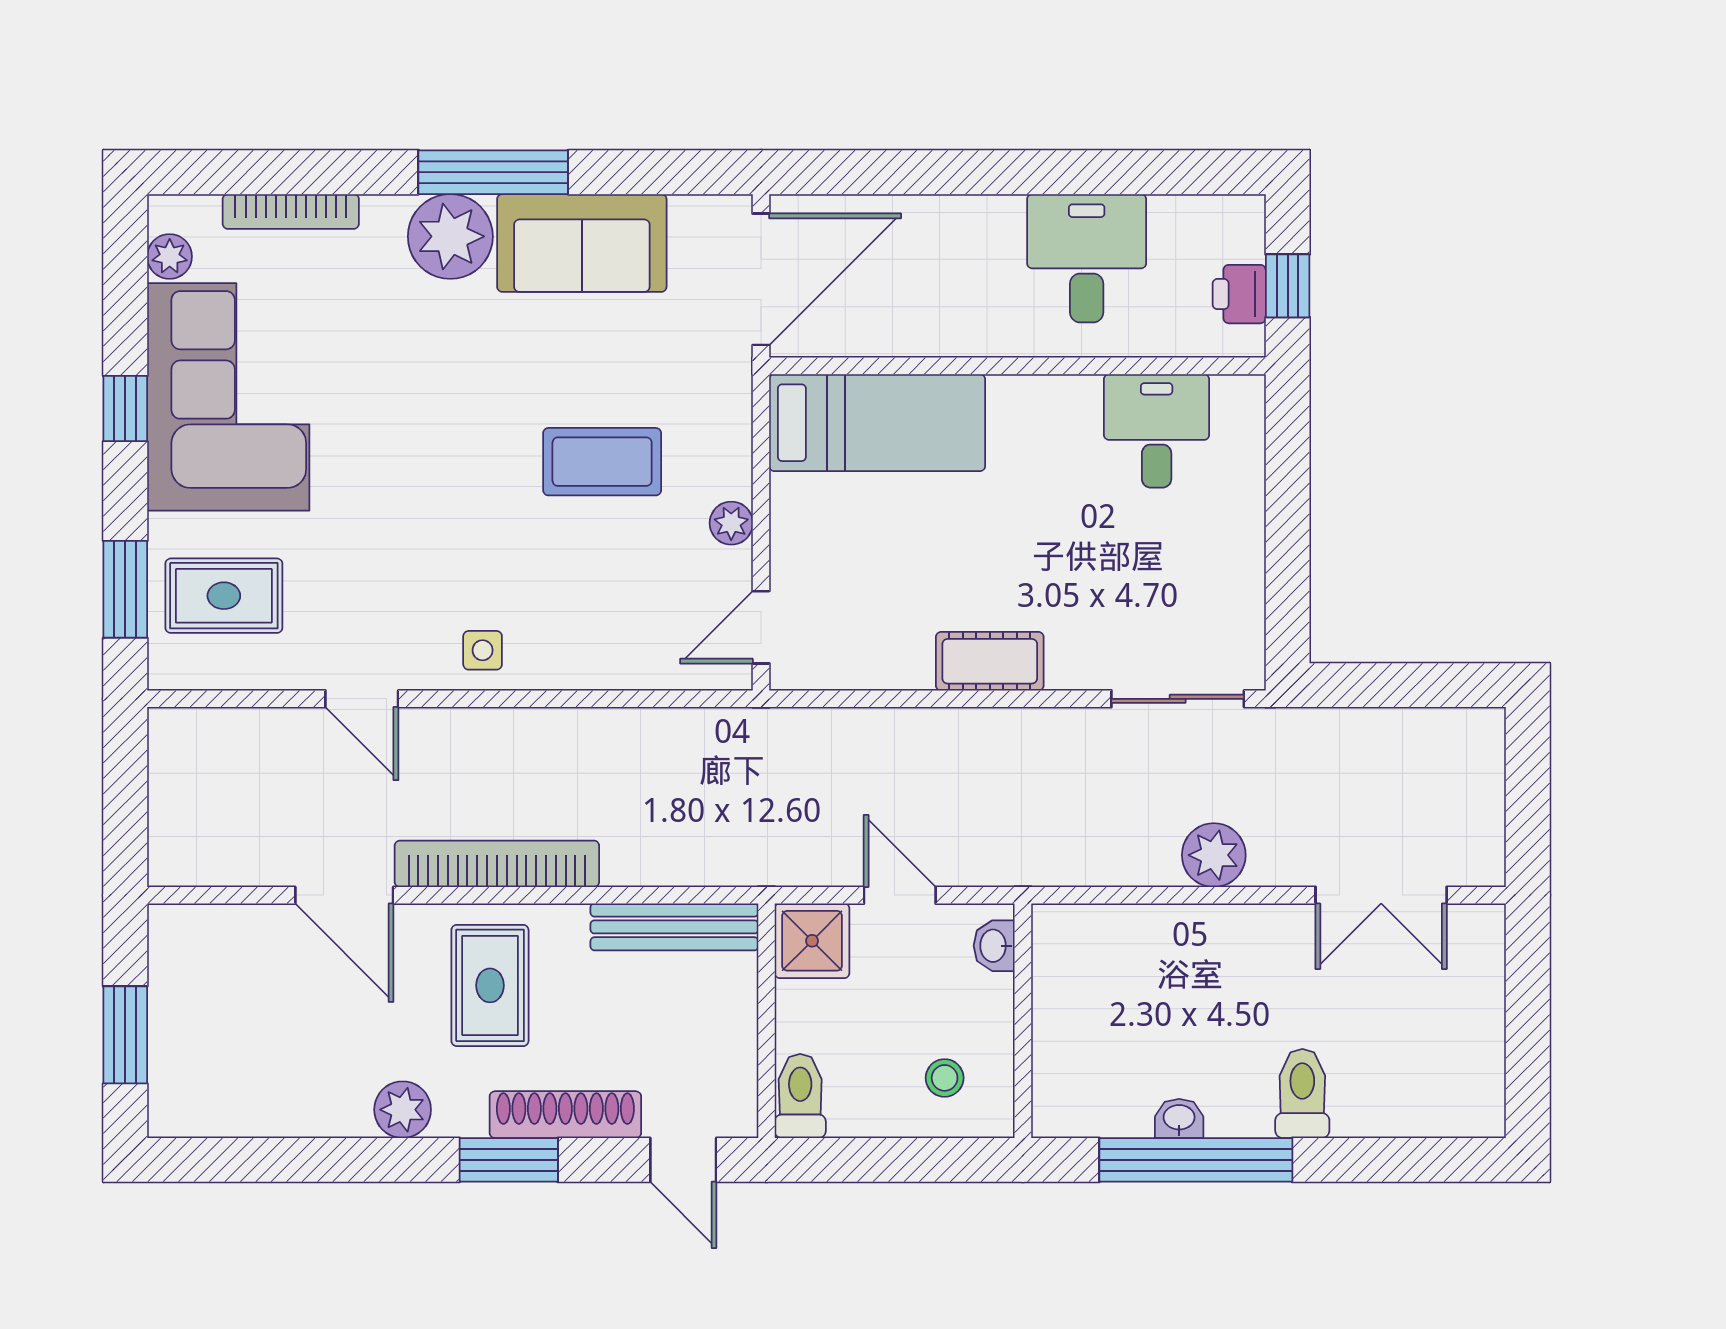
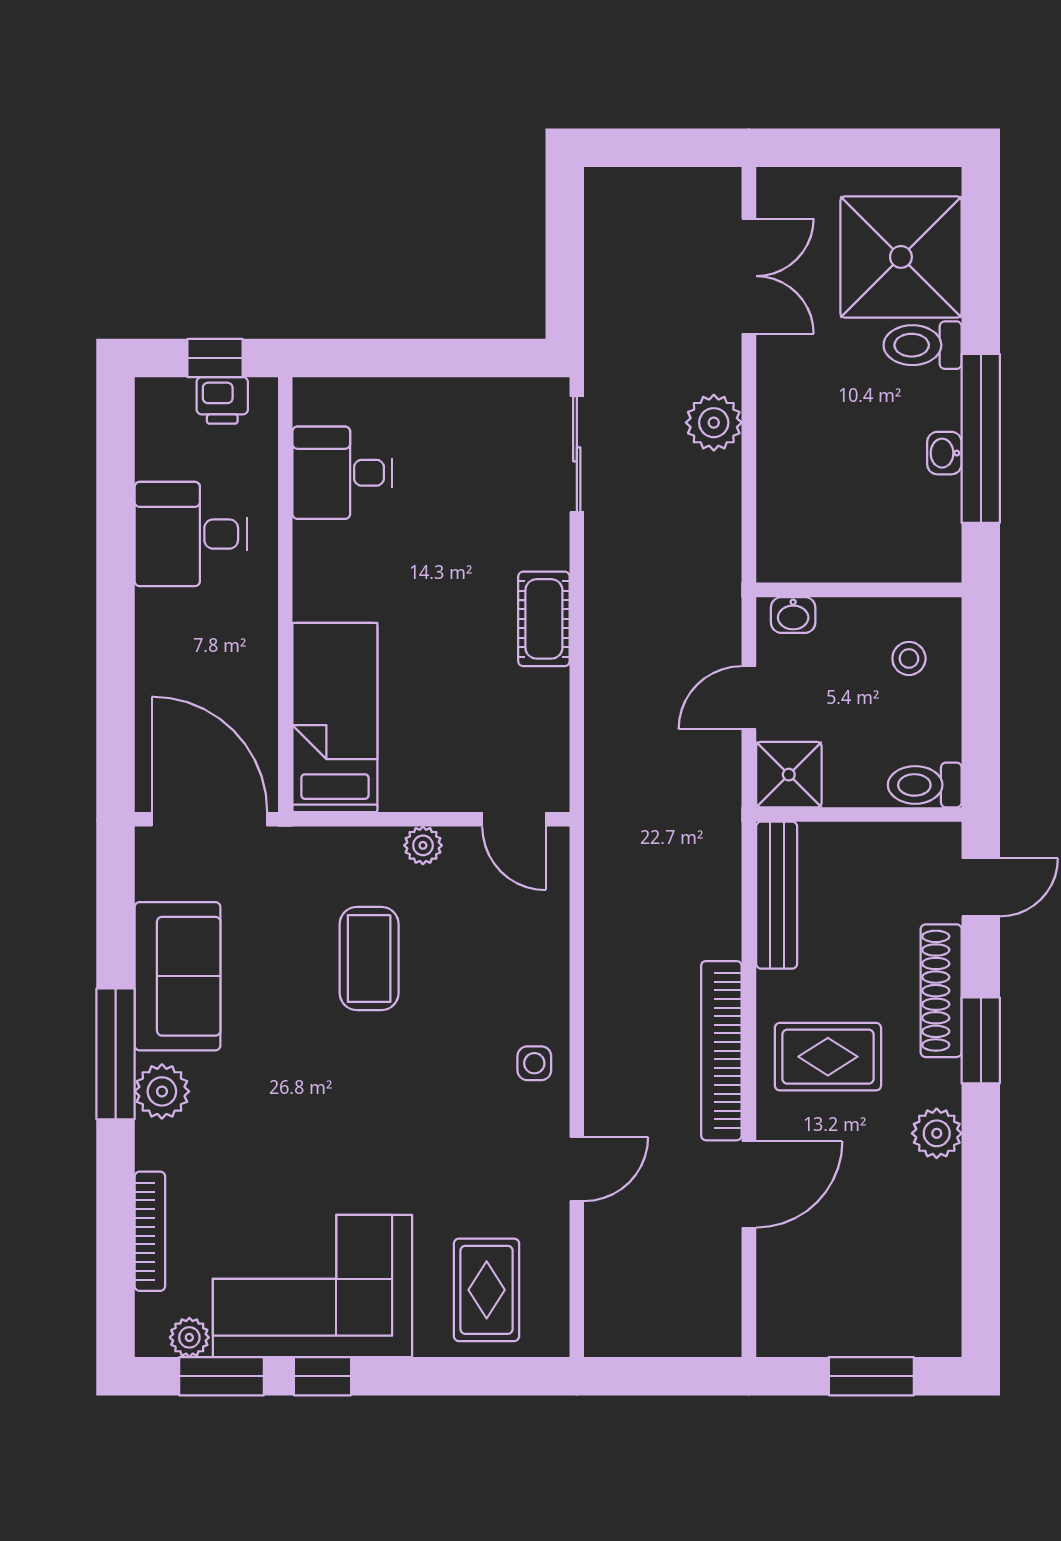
plant: (450, 236) -> (162, 1091), width x0.73, depth x0.73
window: (125, 589) -> (222, 1376), moved
shower: (1403, 1069) -> (901, 257), added

